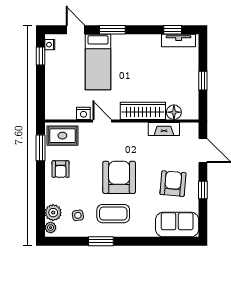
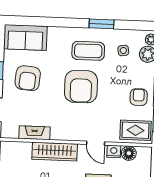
floor lamp: (174, 112) -> (129, 153), moved

